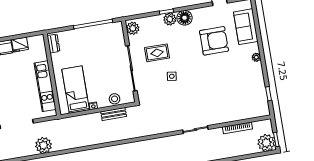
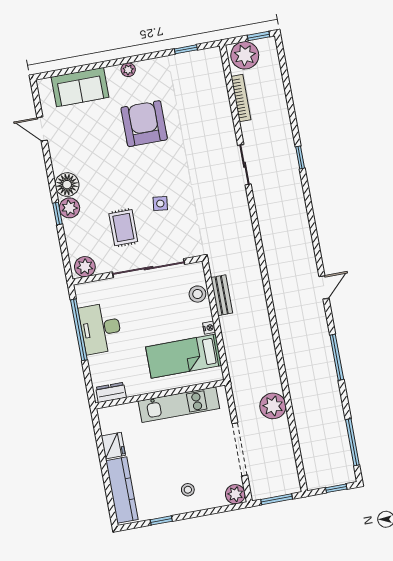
desk: (94, 38) -> (101, 328), added
armchair: (214, 41) -> (144, 124), moved
plant: (266, 143) -> (245, 55), moved

